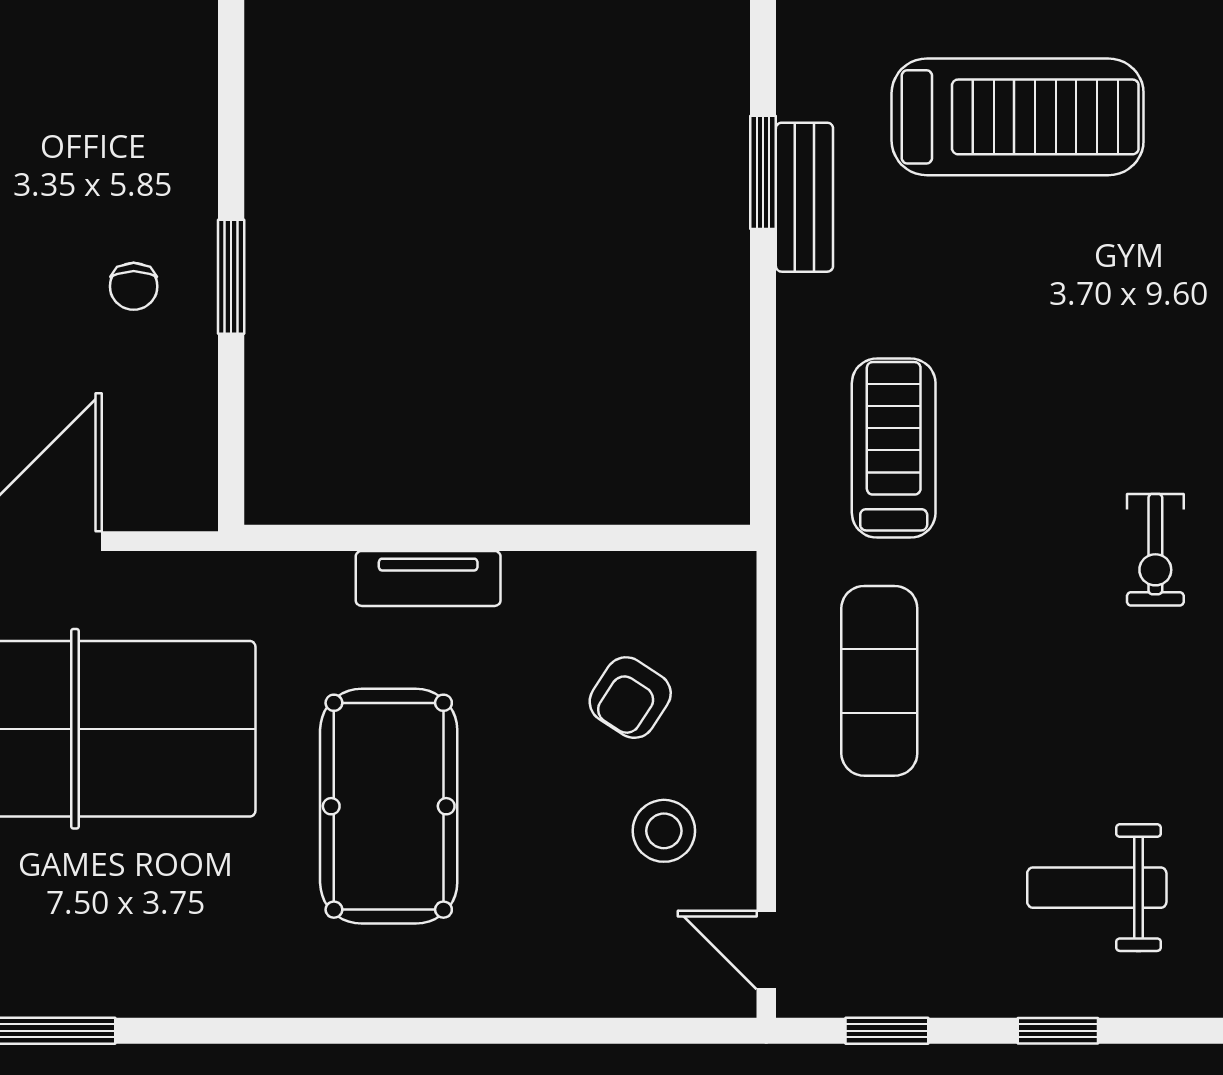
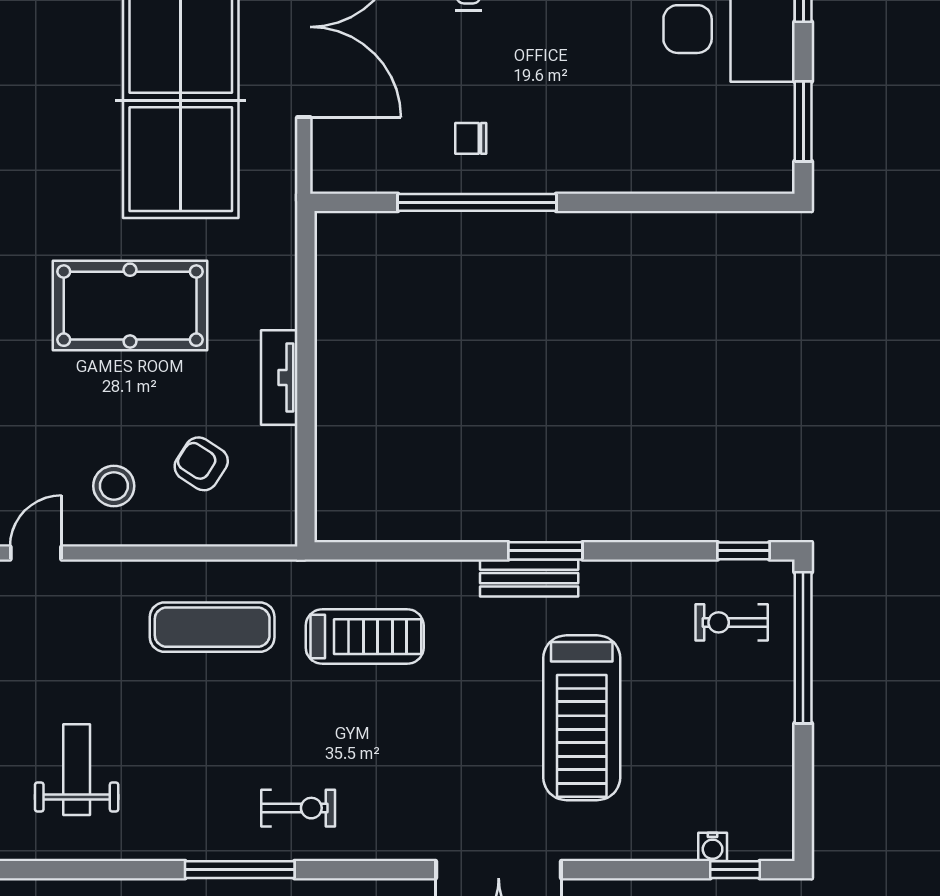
window: (231, 277) -> (477, 202), width x2.11
exercise bike: (1155, 550) -> (298, 808), turned 180
tv unit: (428, 578) -> (279, 378), moved

